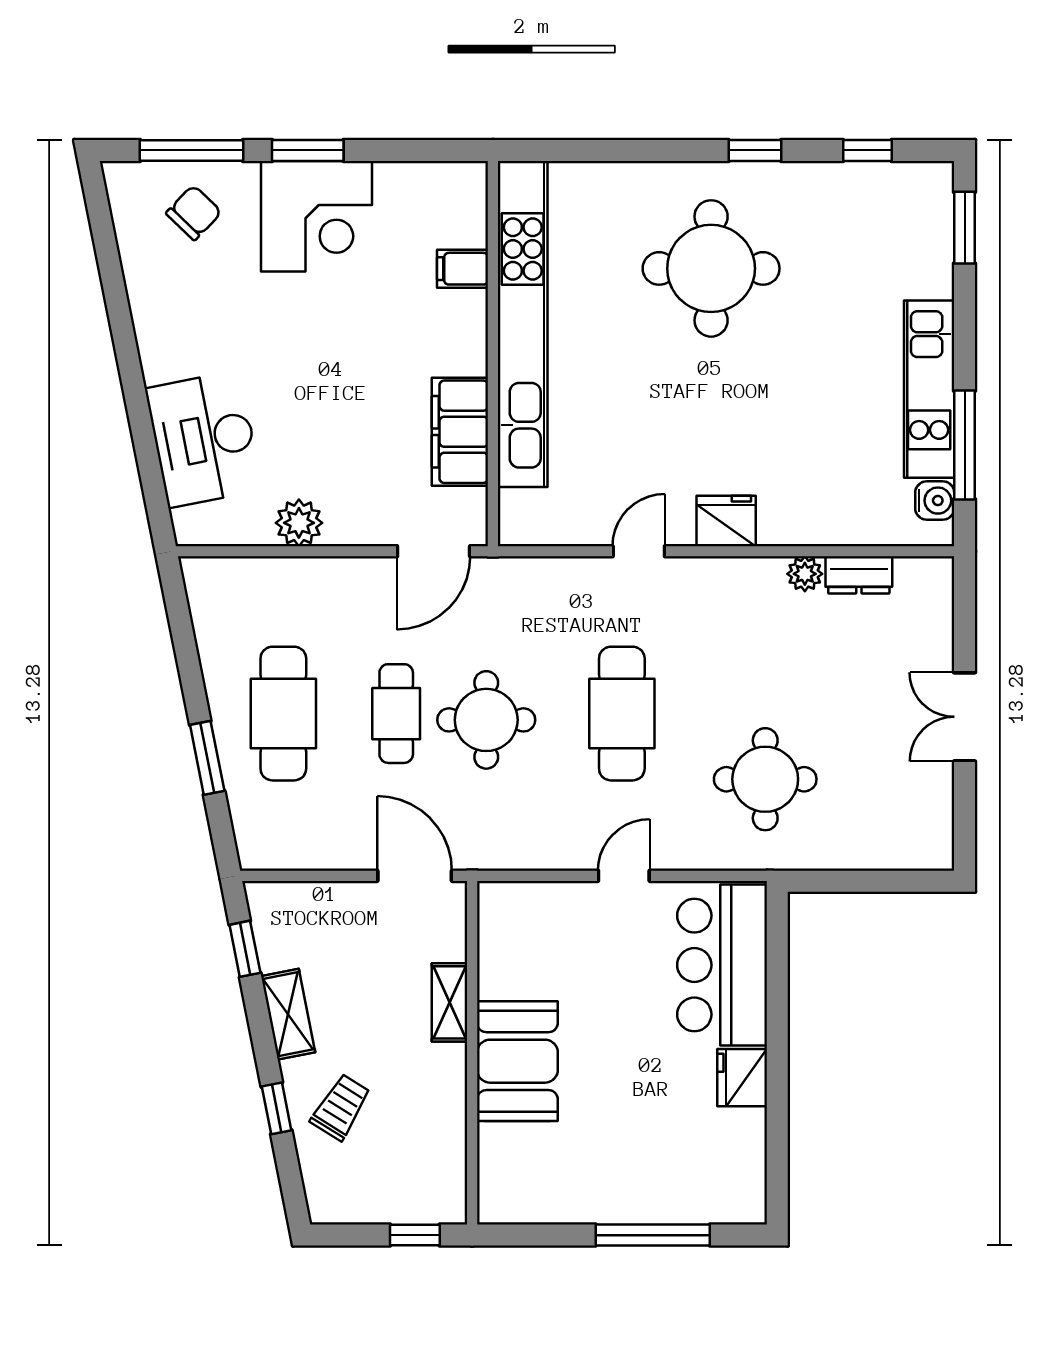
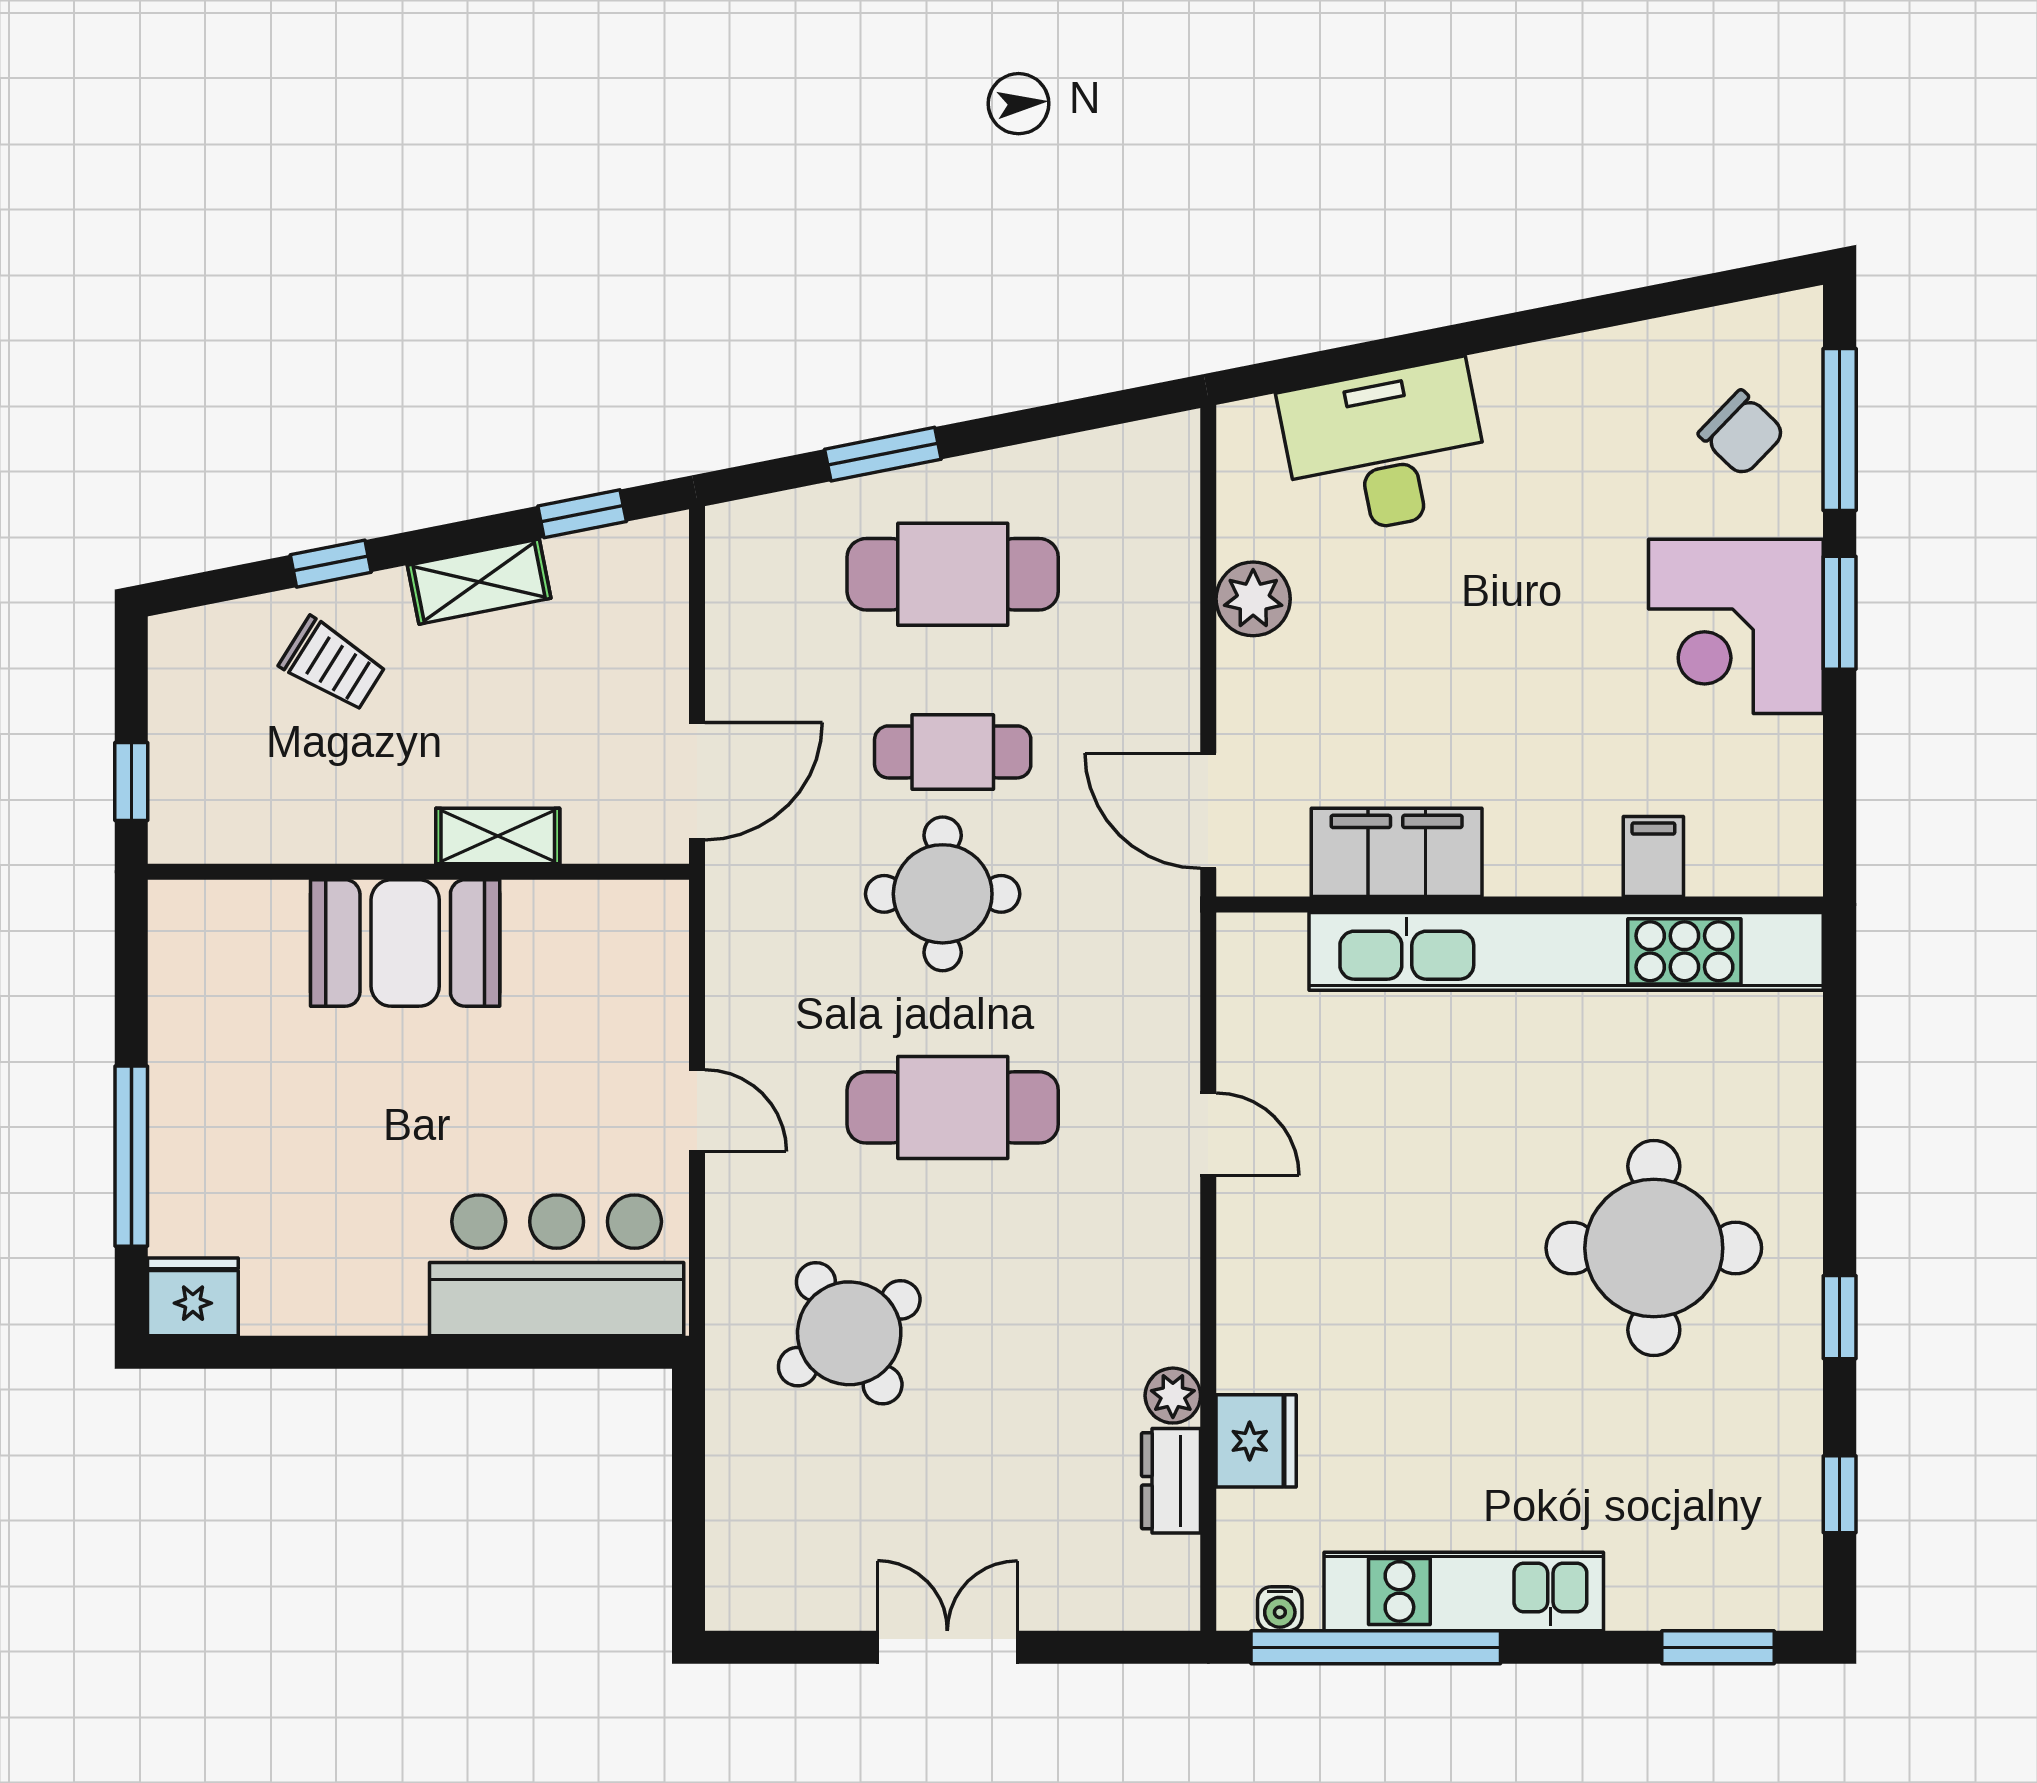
window: (965, 445) -> (1376, 1647), width x1.46
water cooler: (935, 501) -> (1280, 1609), width x0.72, depth x0.72
fridge: (726, 521) -> (1256, 1441), moved
round table: (765, 779) -> (849, 1333), turned -33
fridge: (742, 1078) -> (193, 1297), moved

